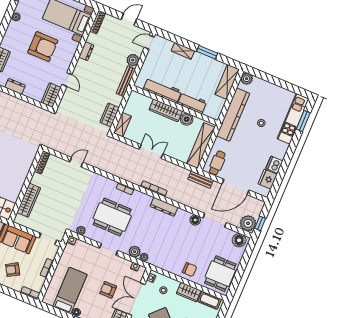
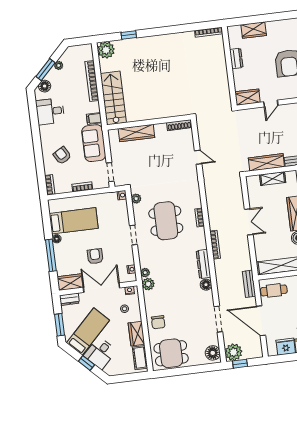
wardrobe: (110, 115) -> (266, 162), width x1.50
shelving: (122, 125) -> (273, 179), moved
floor lamp: (195, 220) -> (206, 285), moved
plant: (135, 252) -> (148, 284), moved

